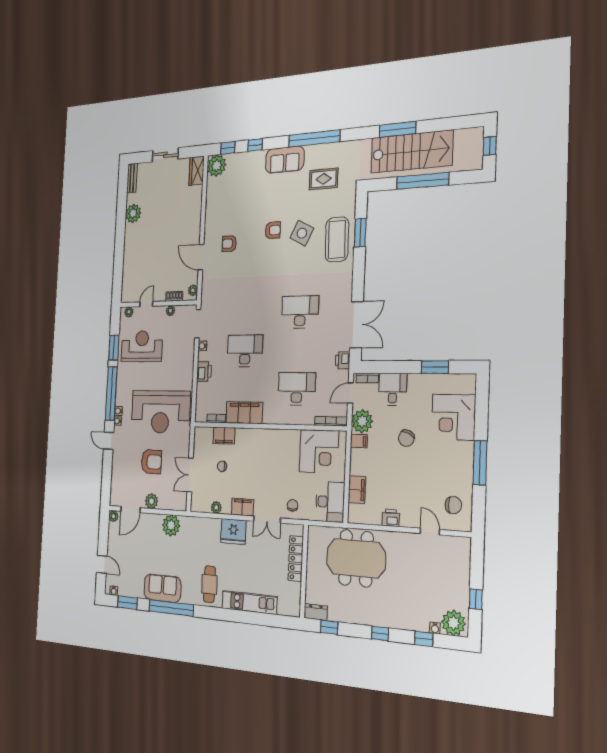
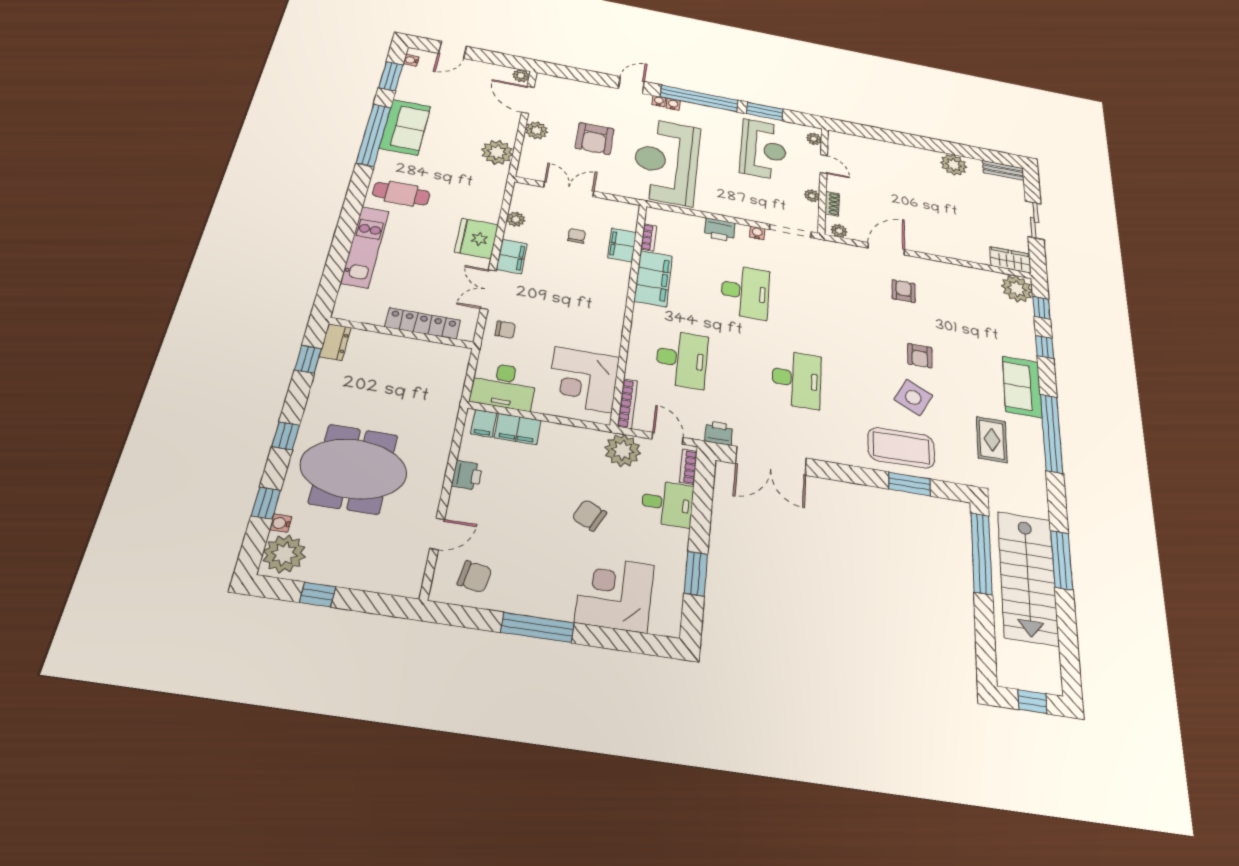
window: (423, 181) -> (981, 553), moved
filing cabinet: (359, 441) -> (484, 423), moved
chair: (453, 505) -> (475, 577), turned -80
meeting table: (356, 558) -> (354, 469), moved, turned 90

